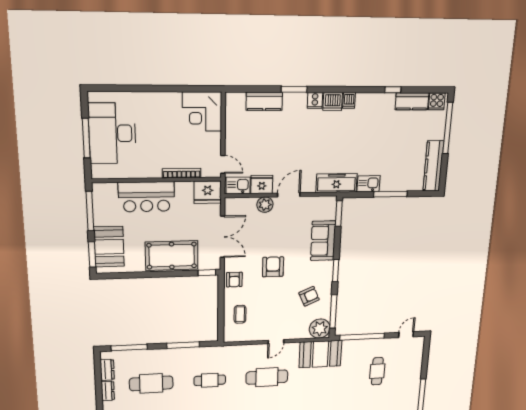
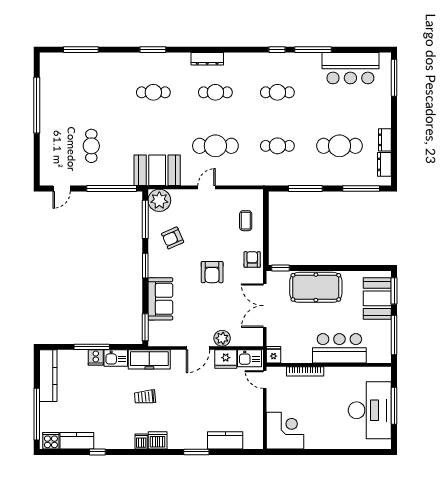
cooker: (315, 100) -> (96, 357), moved, turned 180
trolley: (343, 146) -> (145, 397), added
fridge: (208, 192) -> (273, 355), width x0.53, depth x0.75

